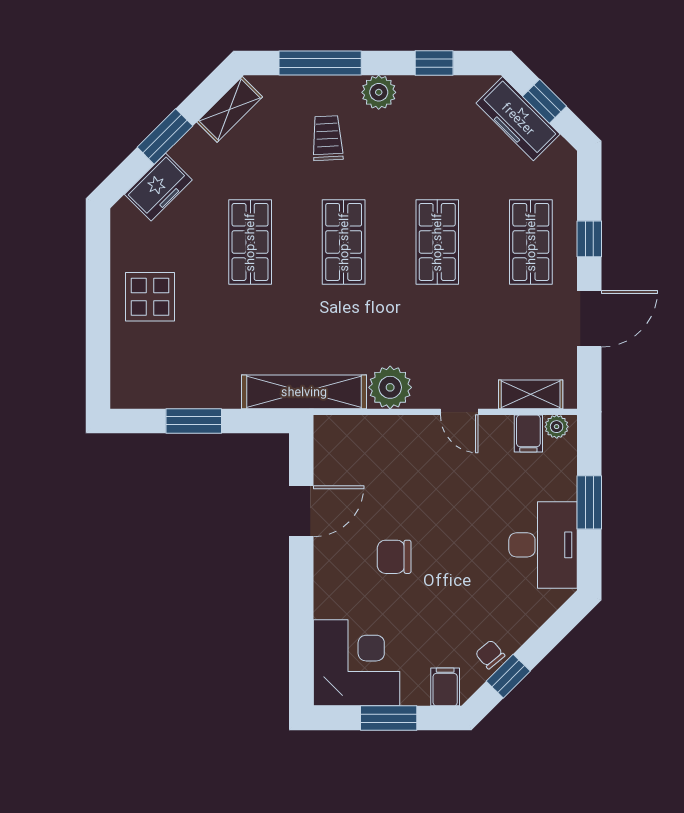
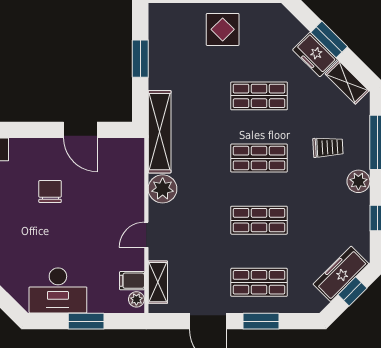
freezer: (158, 187) -> (315, 55), moved
window: (589, 239) -> (261, 321), width x1.50

